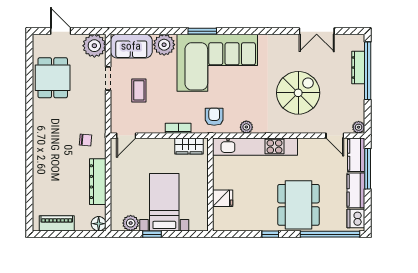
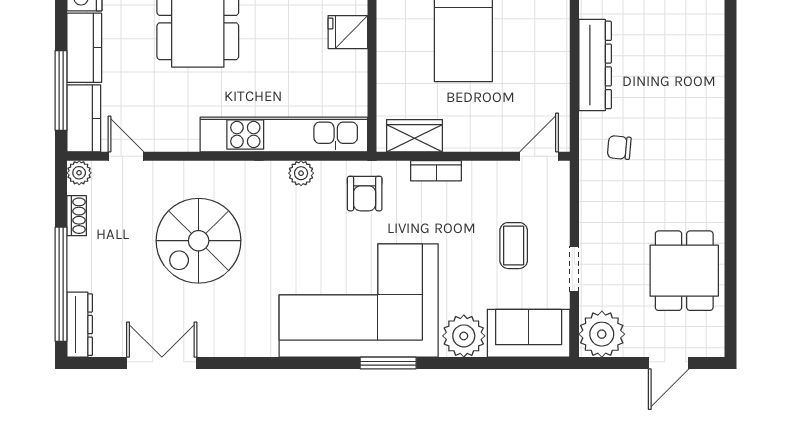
door: (61, 31) -> (669, 363), hinge flipped
dresser: (358, 68) -> (80, 325), moved
shoe rack: (360, 106) -> (77, 216), added

